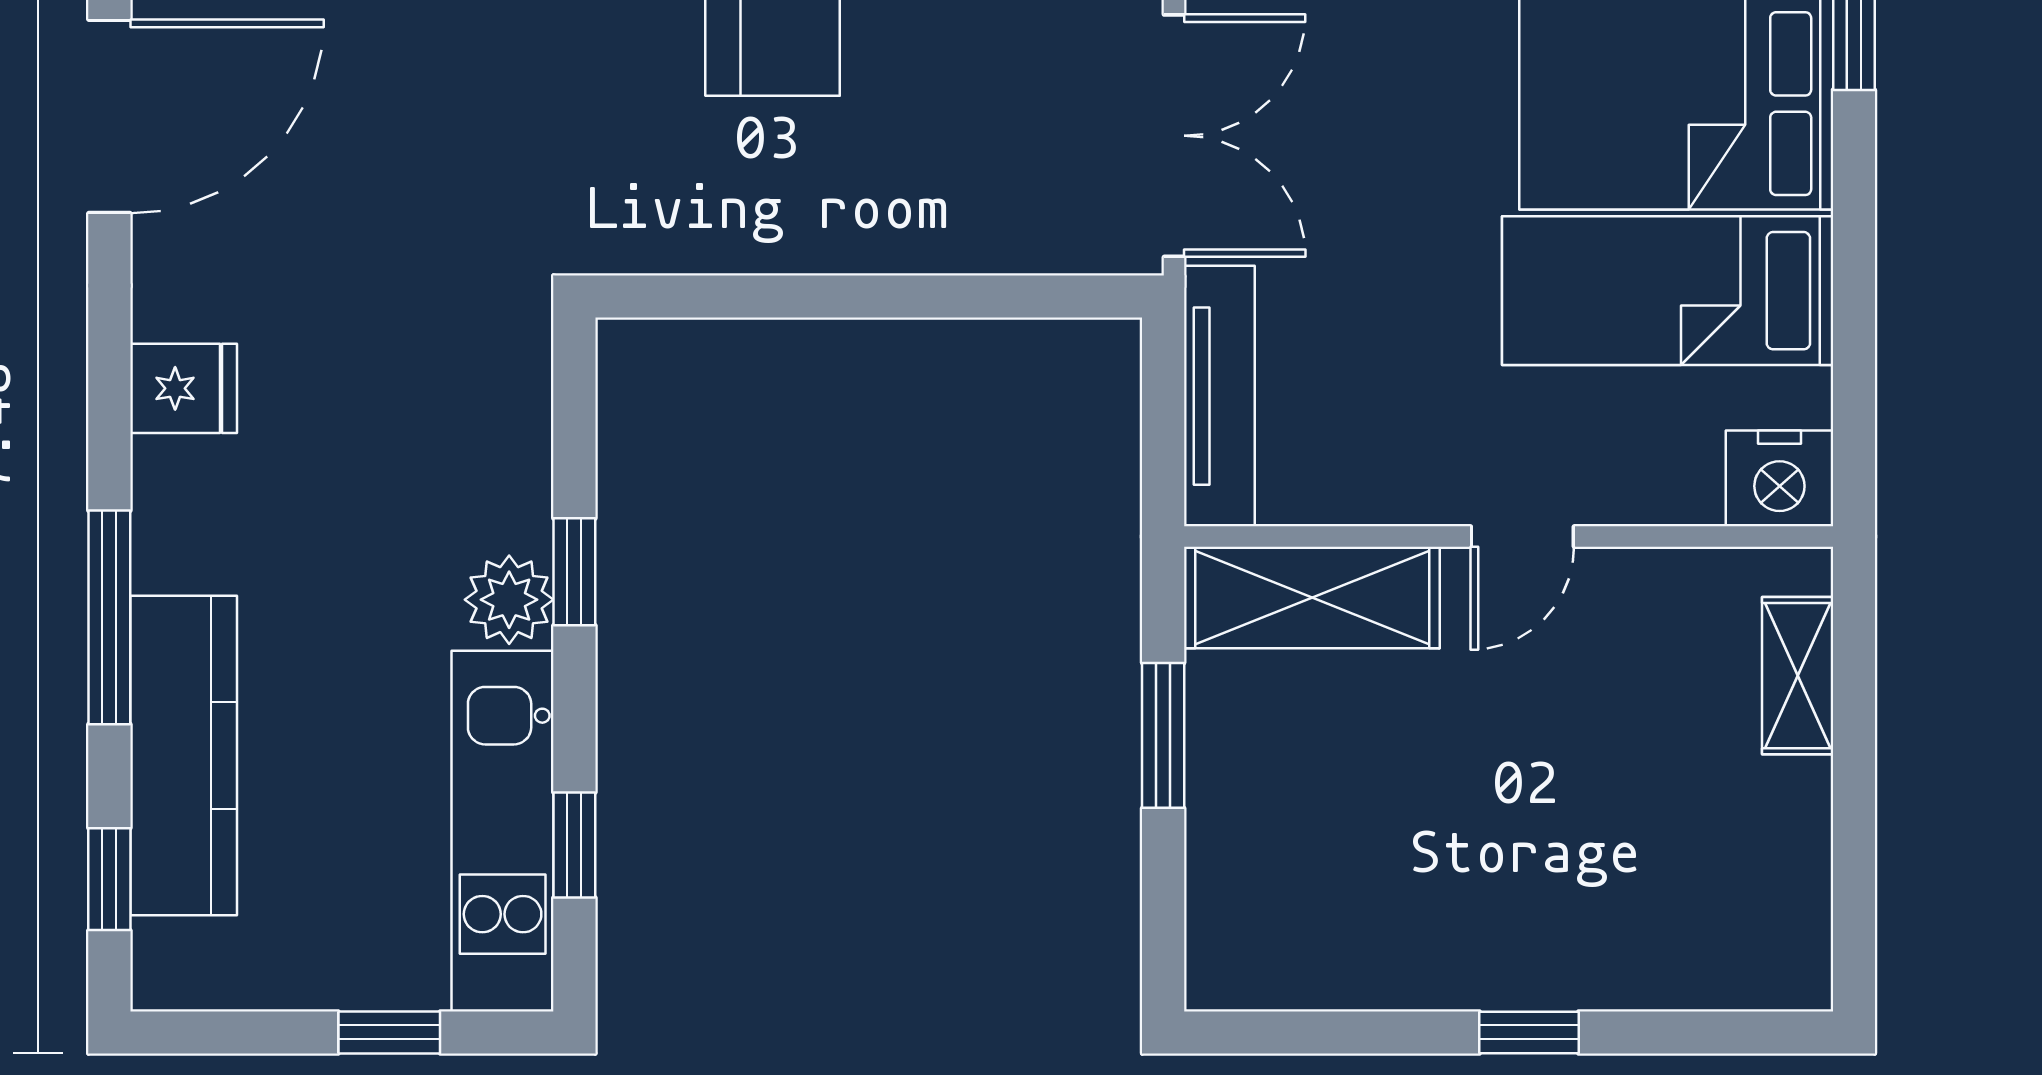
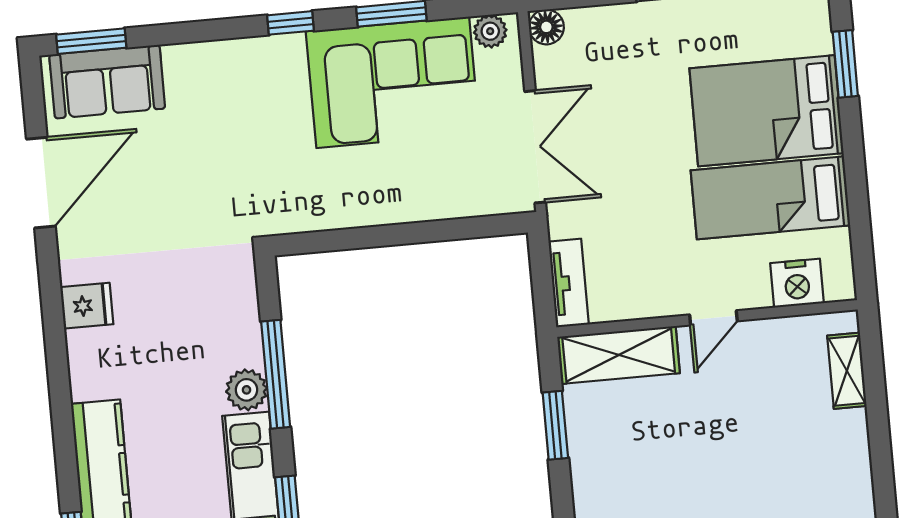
tv unit: (1219, 396) -> (569, 283), width x0.71
nightstand: (1779, 478) -> (797, 283), moved
window: (574, 572) -> (276, 374), width x2.17
window: (109, 617) -> (62, 415), removed

